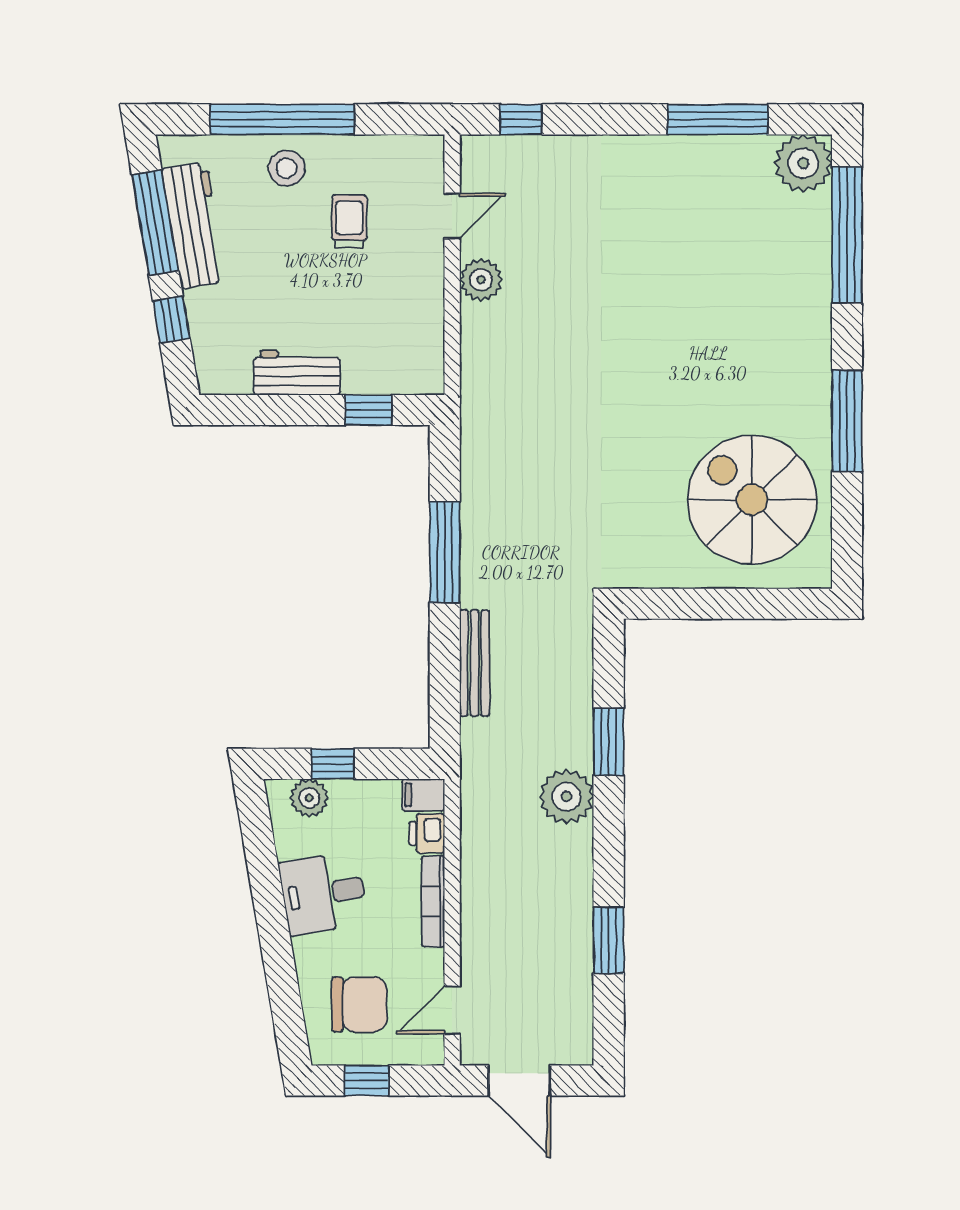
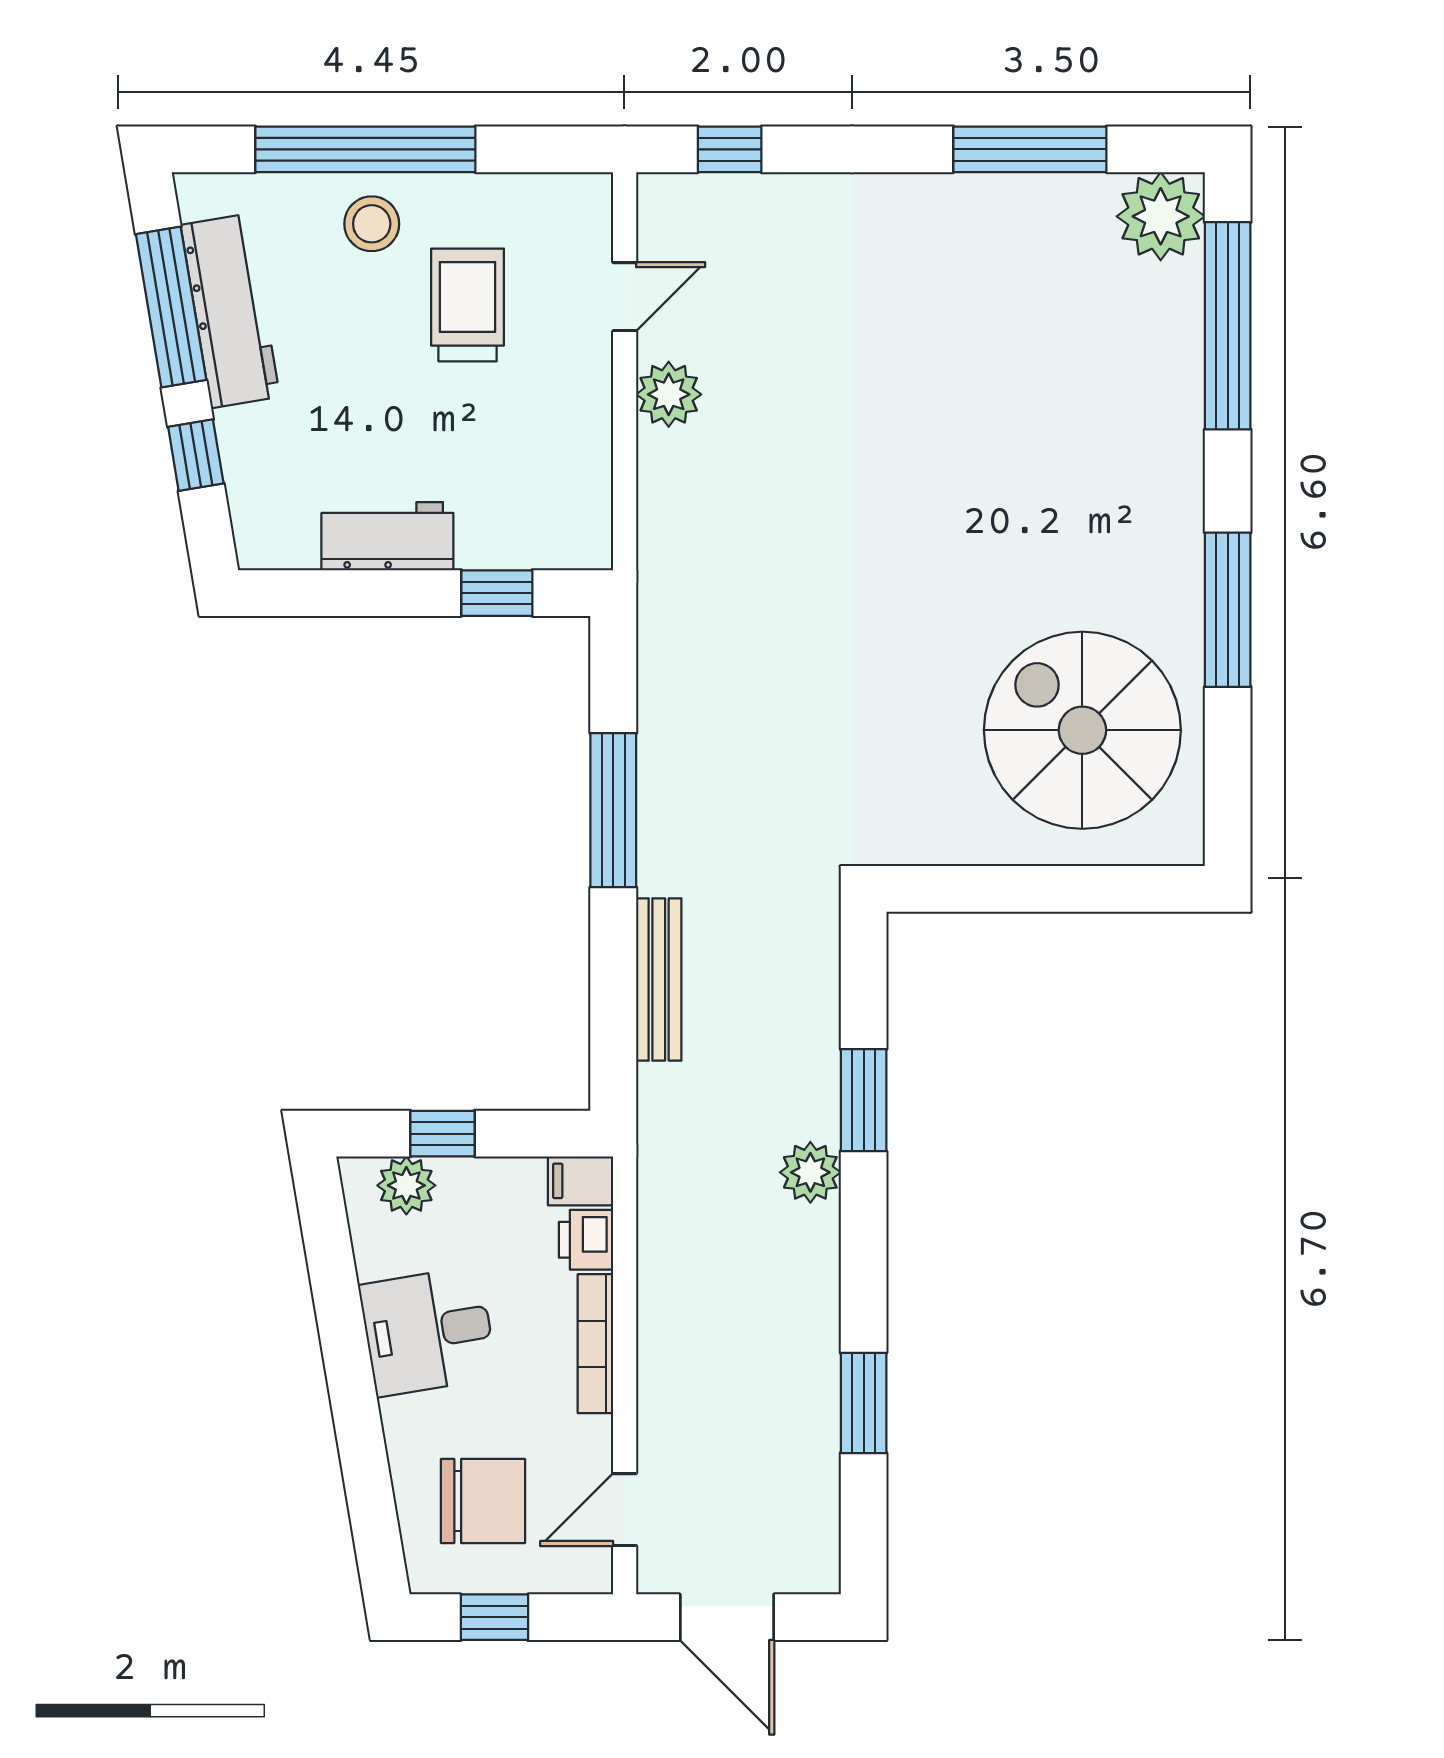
trolley: (349, 221) -> (468, 305), width x1.36, depth x1.39
plant: (566, 797) -> (810, 1172), width x0.73, depth x0.73

